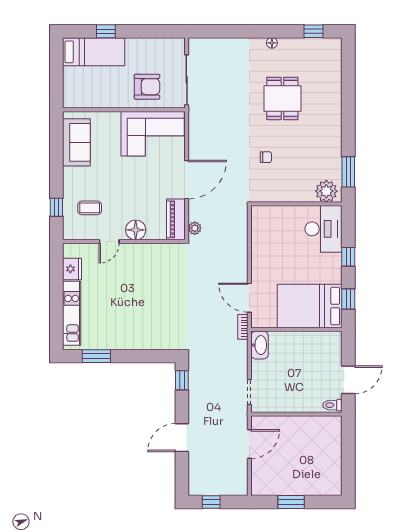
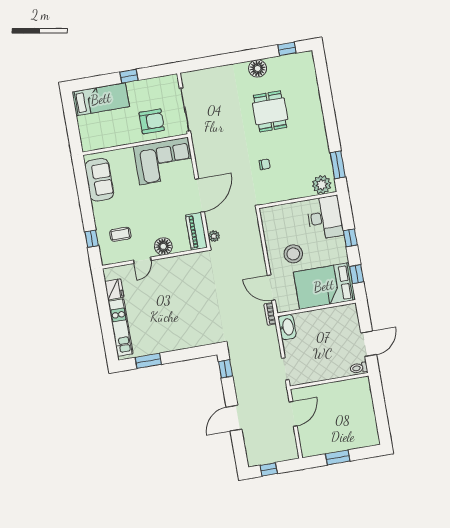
window: (106, 31) -> (129, 76), moved
floor lamp: (272, 43) -> (258, 68), width x1.89, depth x1.89
stool: (281, 264) -> (293, 254), added

